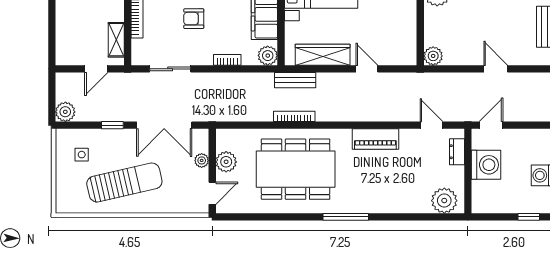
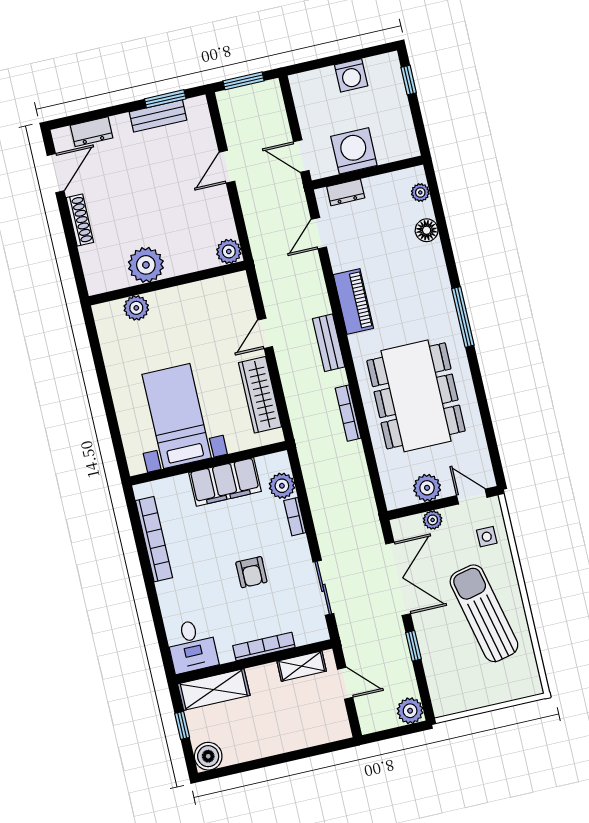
plant: (268, 56) -> (282, 486), moved
bench: (295, 80) -> (329, 343), moved
side table: (82, 155) -> (487, 537), moved
plant: (444, 201) -> (420, 192), width x0.53, depth x0.53
floor lamp: (415, 205) -> (427, 230), added

